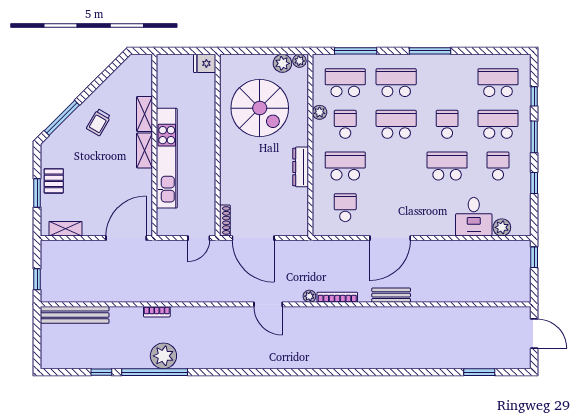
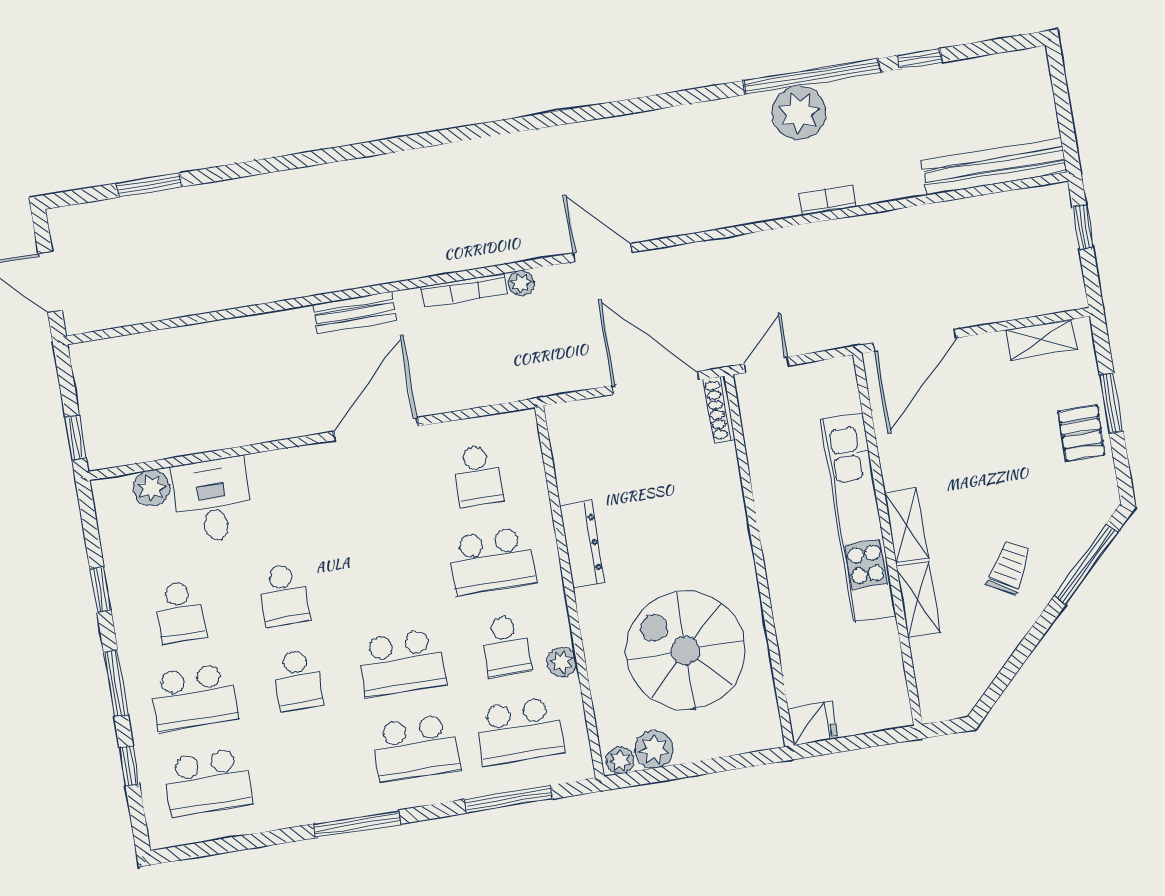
school desk: (447, 166) -> (284, 595), width x0.54

